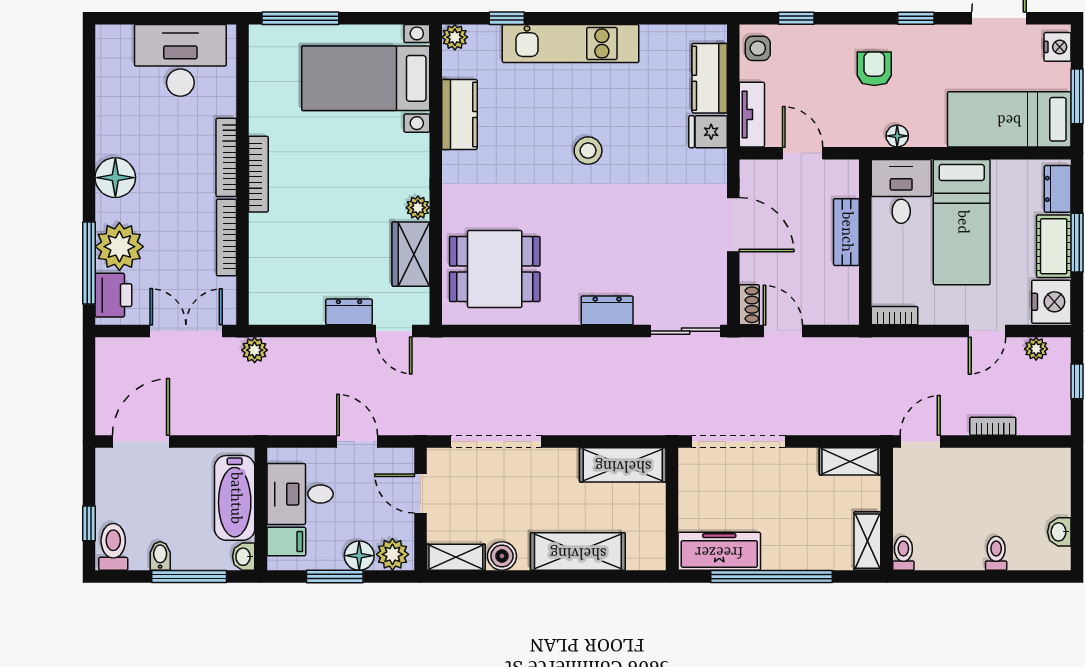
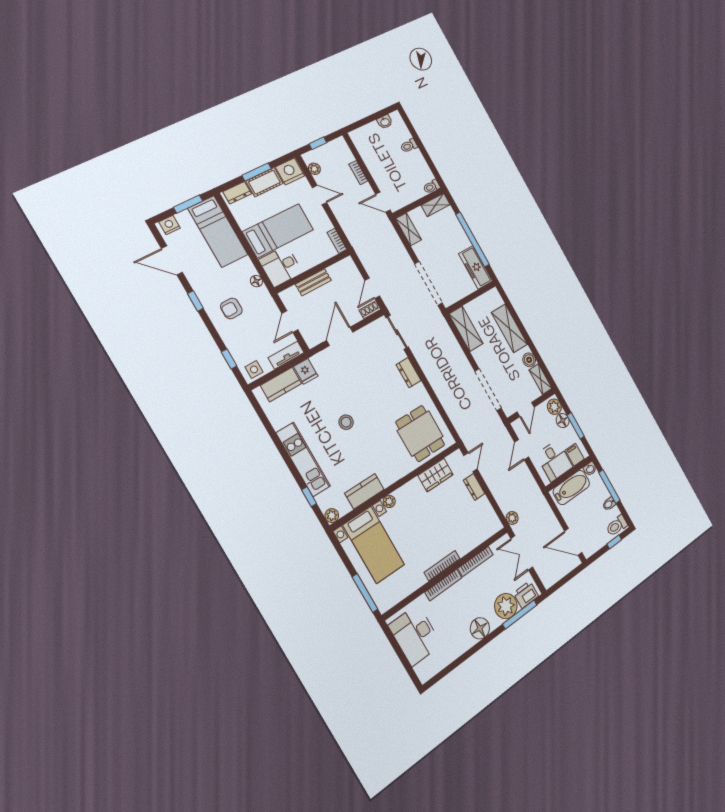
plant: (418, 208) -> (389, 501), moved

